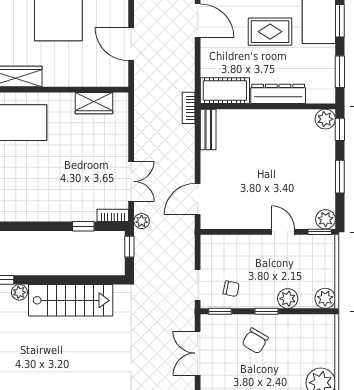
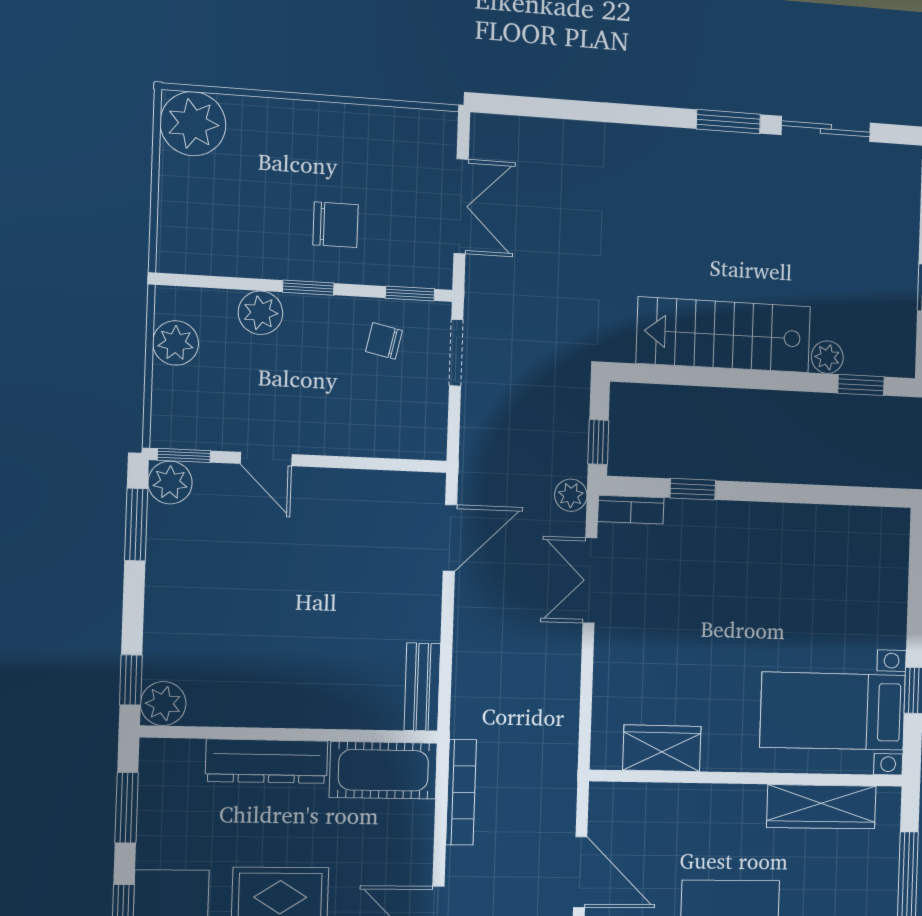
bookcase: (189, 108) -> (461, 792), moved, width x1.56
window: (340, 177) -> (136, 525), moved
plant: (325, 298) -> (176, 343), moved
chair: (255, 341) -> (336, 225), turned 59

